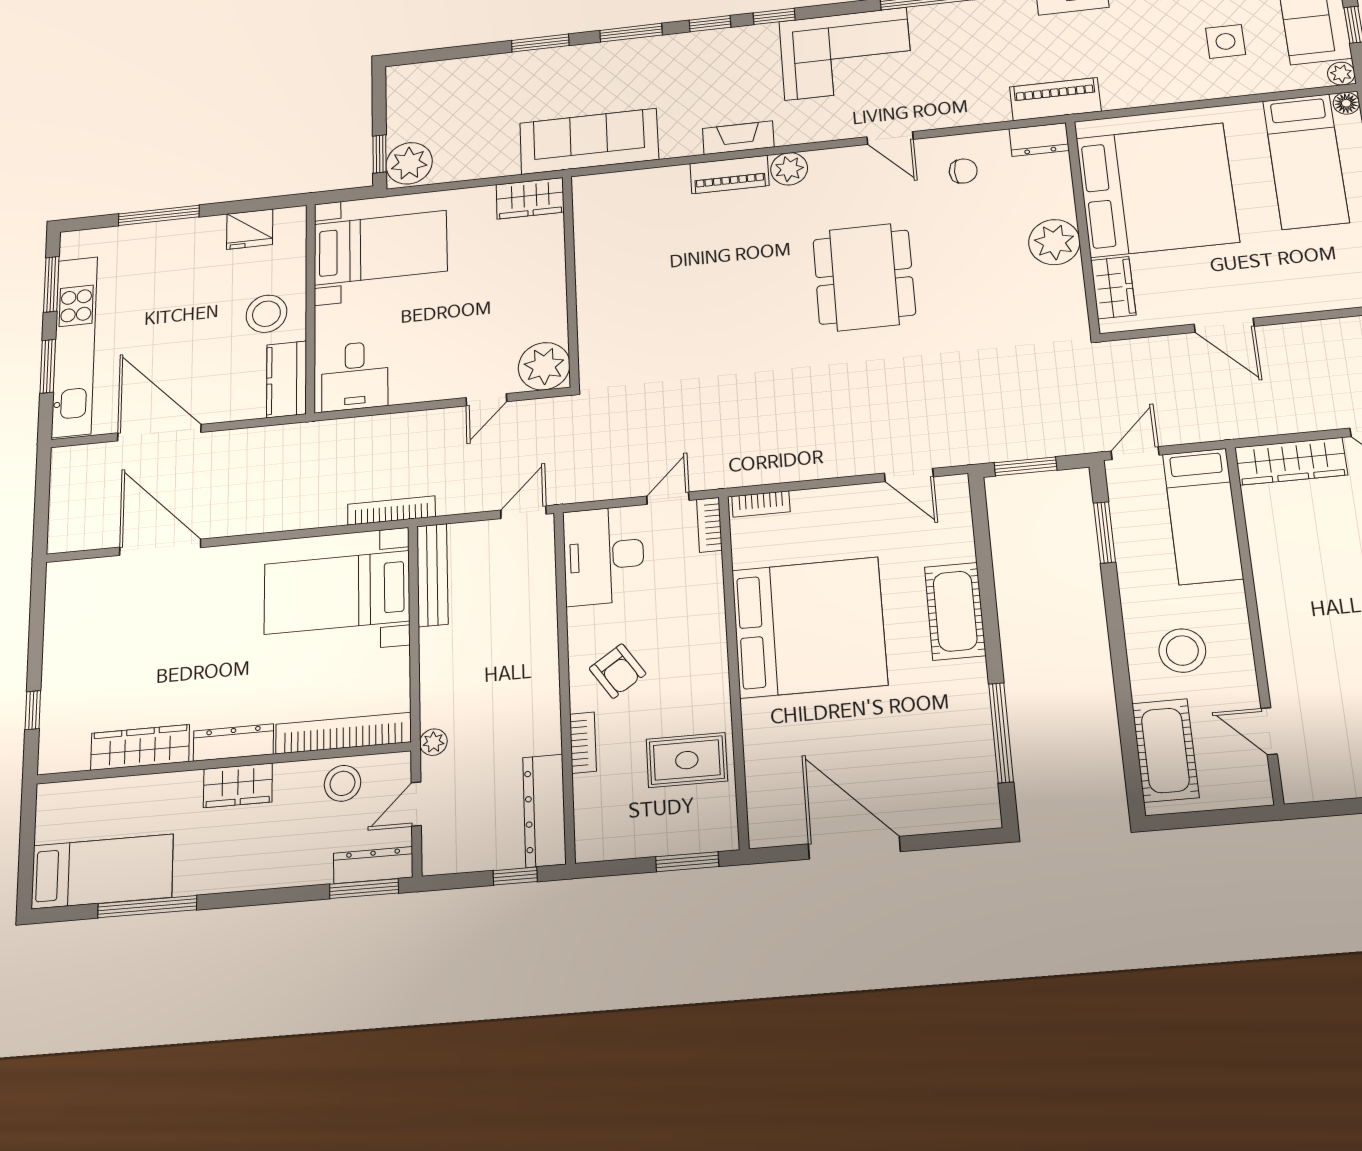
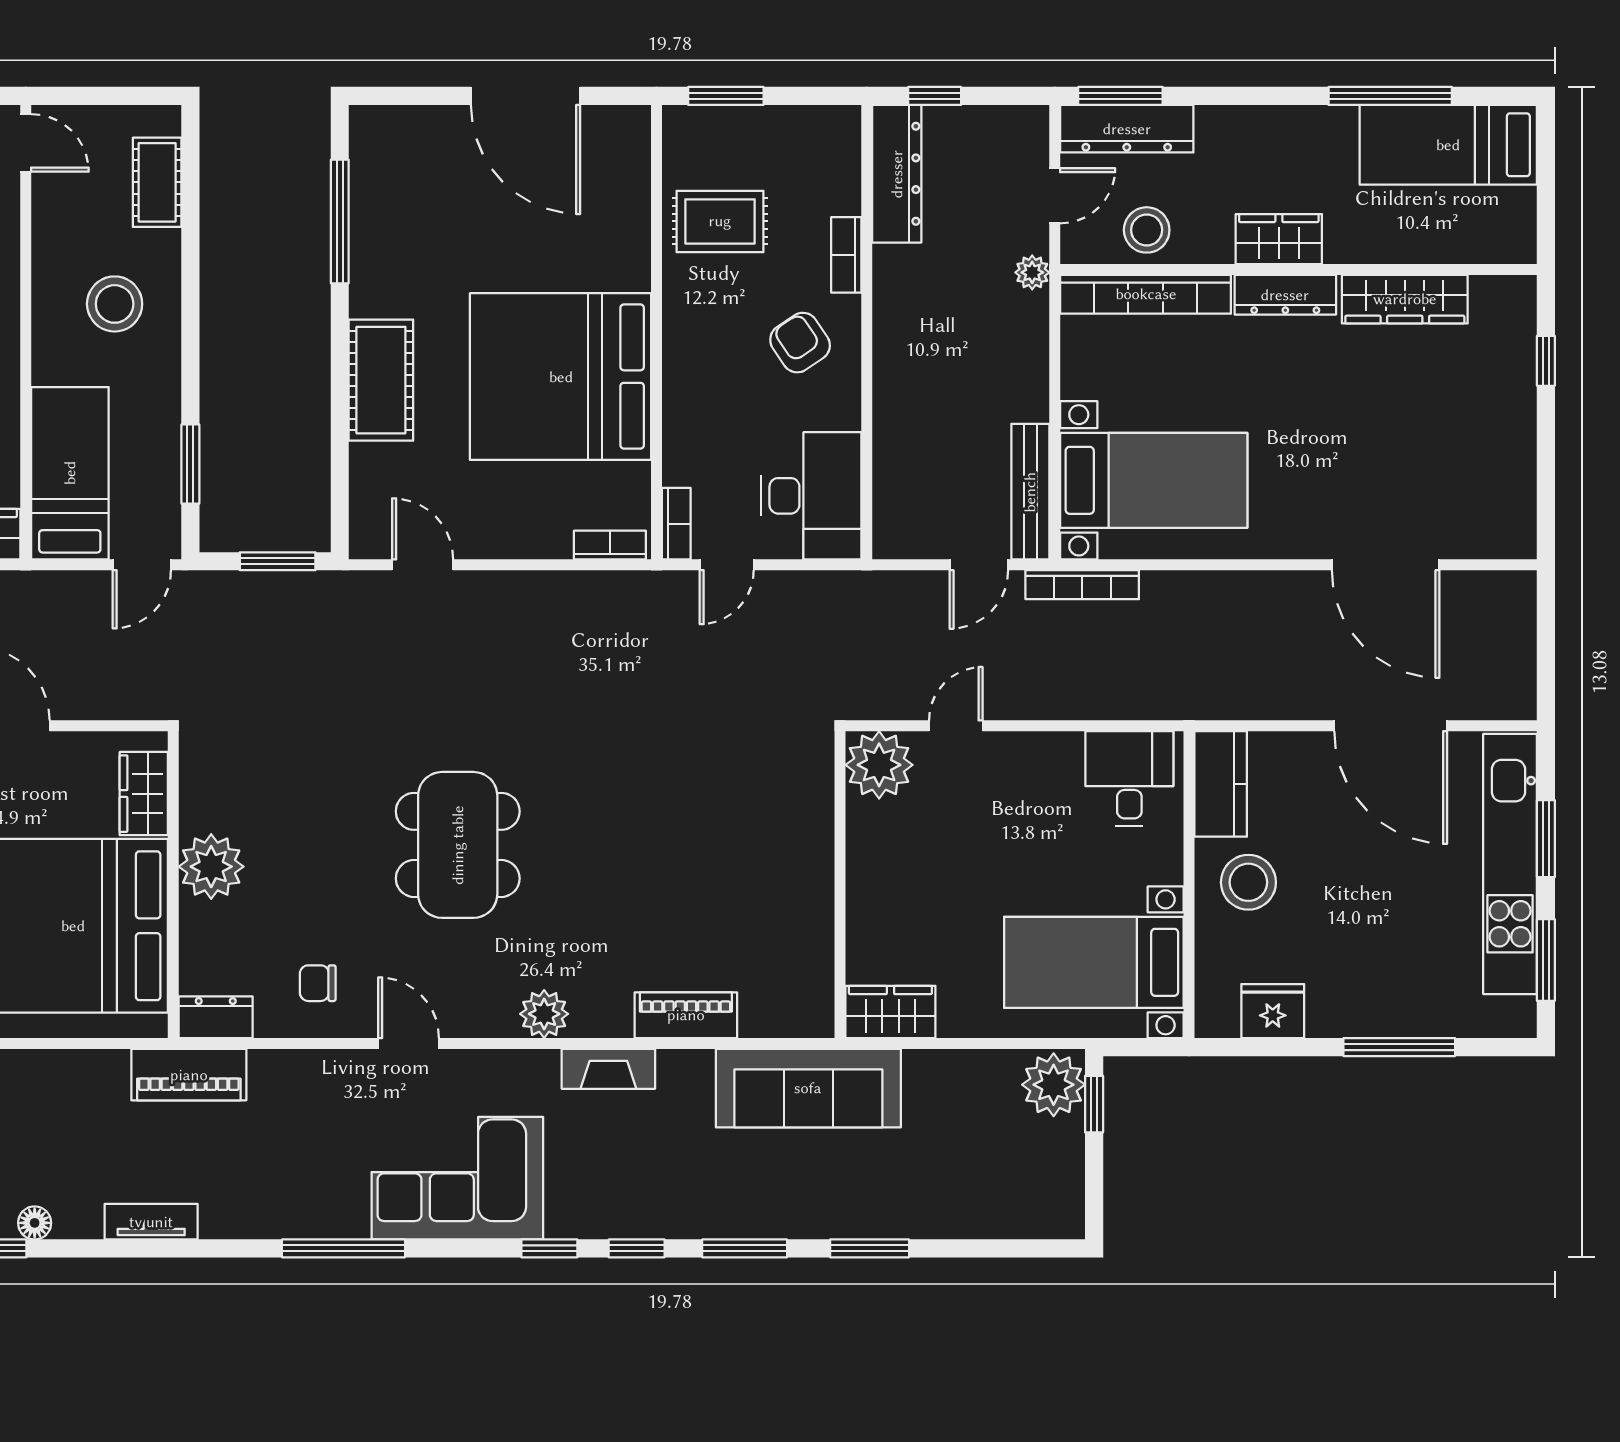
piano: (730, 175) -> (686, 1015), moved
door: (523, 512) -> (979, 565), moved
door: (1269, 731) -> (26, 143), moved
cot: (1165, 750) -> (157, 182), width x0.73, depth x0.75
dresser: (373, 865) -> (1127, 129), width x1.37, depth x1.24

